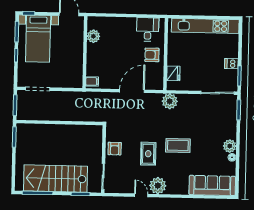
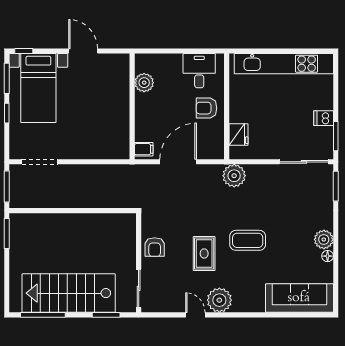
plant: (93, 36) -> (144, 83), moved
wall: (85, 52) -> (132, 106), moved
filing cabinet: (92, 81) -> (144, 149), moved

